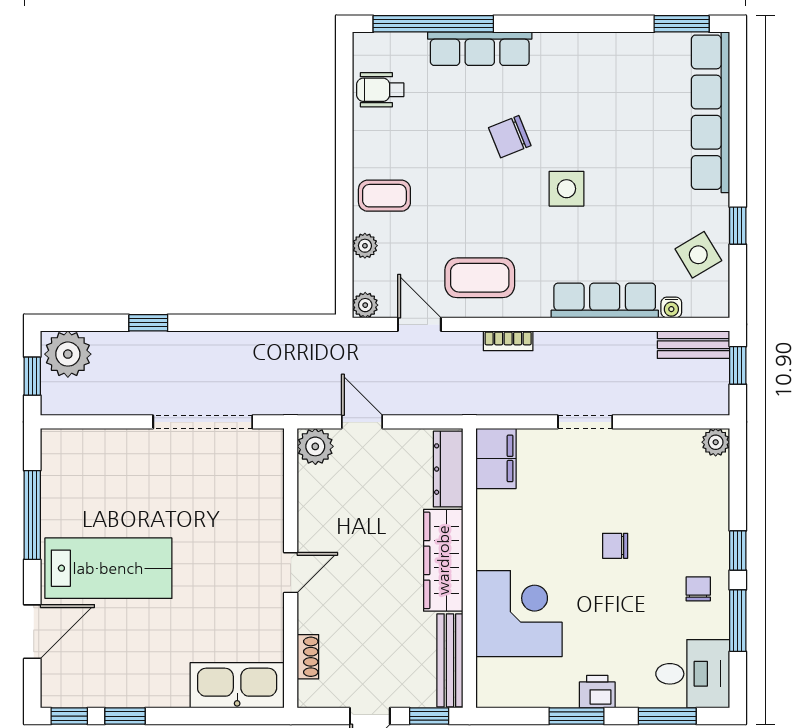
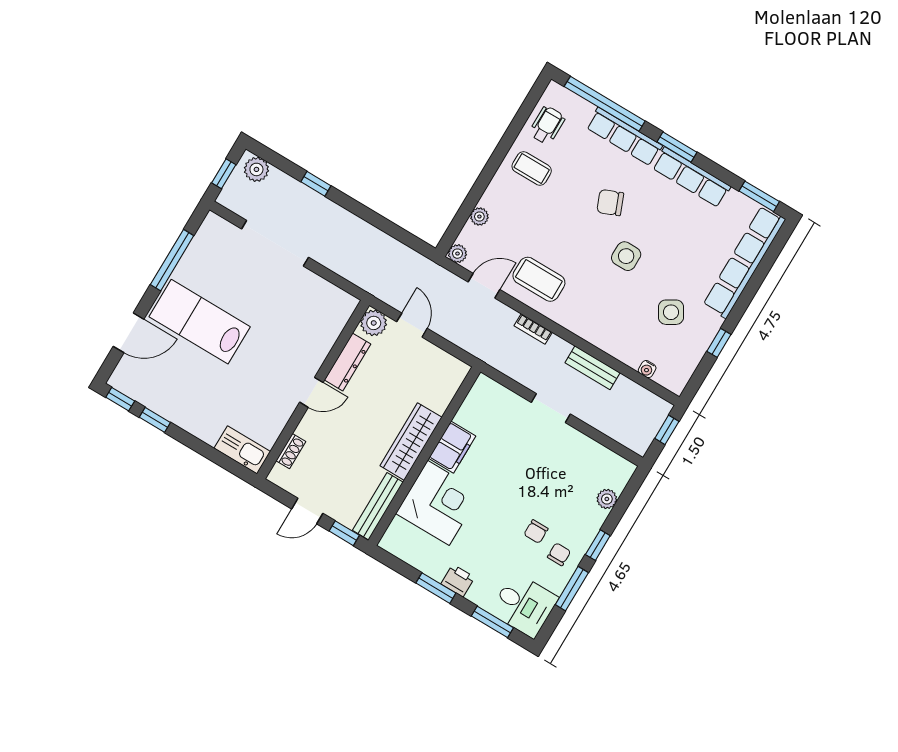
window: (549, 24) -> (677, 147), added
wheelchair: (380, 90) -> (547, 125), turned 90
coffee table: (384, 196) -> (532, 168), moved
side table: (698, 255) -> (671, 312), moved
row of seats: (605, 301) -> (691, 177), moved, turned 180
door: (419, 324) -> (484, 286), hinge flipped
bench: (693, 345) -> (592, 368), moved
plant: (68, 354) -> (256, 169), width x0.73, depth x0.73
doorway: (203, 422) -> (275, 243), moved
plant: (716, 442) -> (607, 499), moved
filing cabinet: (496, 458) -> (452, 447), moved
dresser: (448, 469) -> (348, 362), moved, turned 180
chair: (615, 546) -> (536, 532), moved, turned -90
lab bench: (108, 568) -> (200, 322), turned 180
kitchen sink: (237, 685) -> (242, 450), width x0.73, depth x0.81

